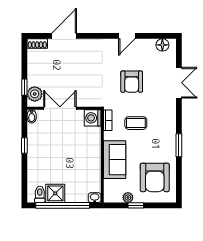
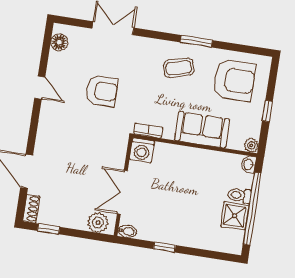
window: (24, 87) -> (49, 229), moved
coffee table: (136, 123) -> (179, 68), moved, turned 74
toilet: (40, 194) -> (239, 195), moved
plant: (128, 197) -> (251, 145), moved

